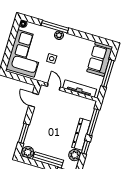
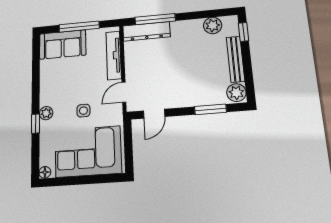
window: (55, 27) -> (36, 124), width x0.46
dresser: (81, 134) -> (146, 31), moved
window: (86, 147) -> (195, 15), removed

